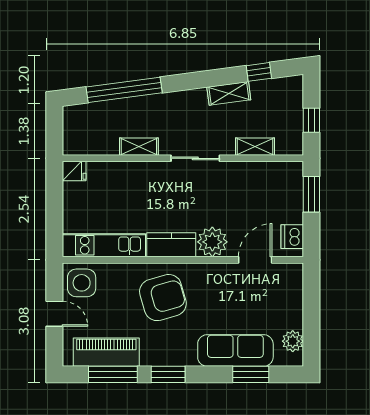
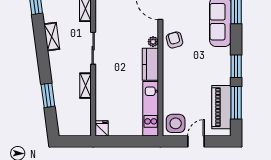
window: (124, 90) -> (48, 95), width x0.47
shelving: (229, 93) -> (52, 37), moved
plant: (212, 242) -> (153, 42), width x0.53, depth x0.53
armchair: (163, 298) -> (175, 40), moved, width x0.53, depth x0.53

